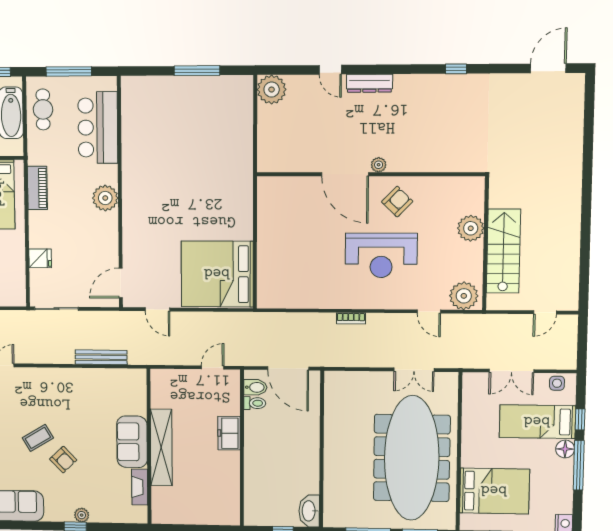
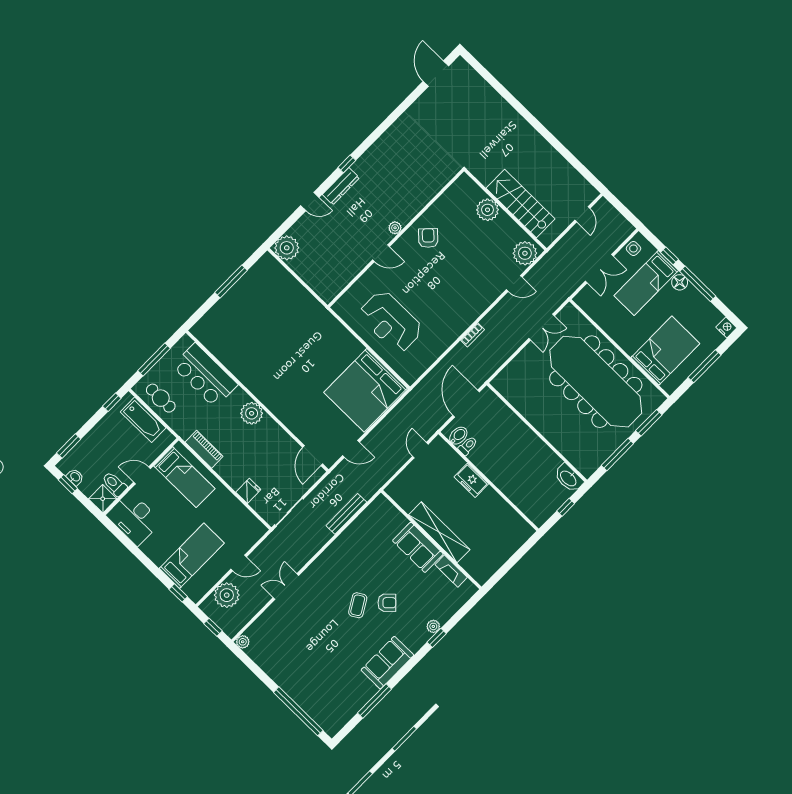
window: (456, 69) -> (347, 164), moved
door: (345, 174) -> (381, 253), width x0.53
reception desk: (381, 255) -> (391, 322), moved, turned 90
door: (288, 368) -> (466, 404), swing flipped

